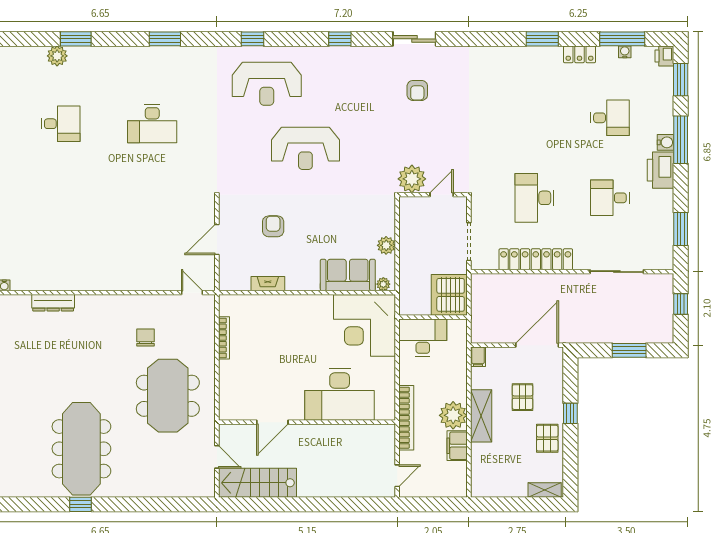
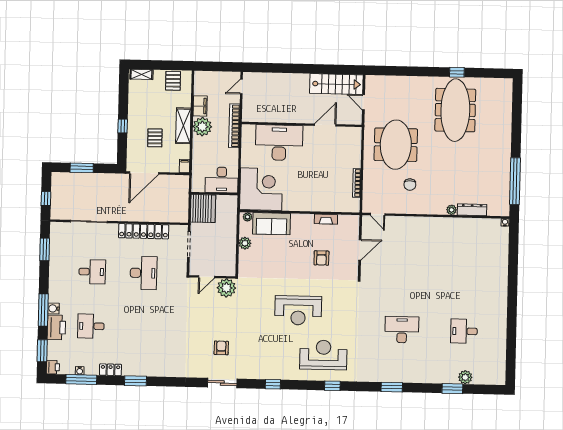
reception desk: (305, 148) -> (298, 310), turned 180
printer: (661, 170) -> (56, 327), moved
plant: (83, 302) -> (452, 210), added
pallet: (547, 438) -> (173, 81), moved

